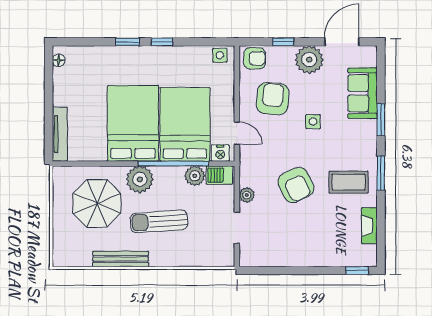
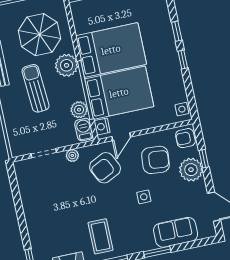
armchair: (255, 58) -> (185, 138), turned 90
plant: (309, 60) -> (191, 170), moved
armchair: (296, 185) -> (105, 168), moved

